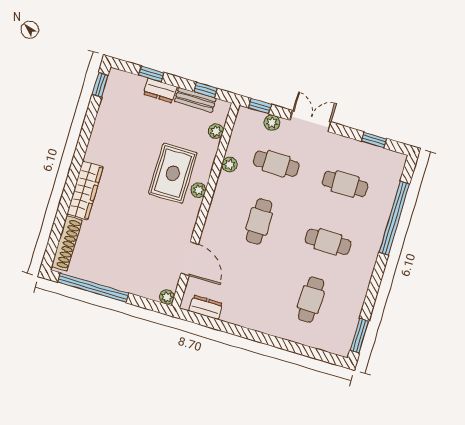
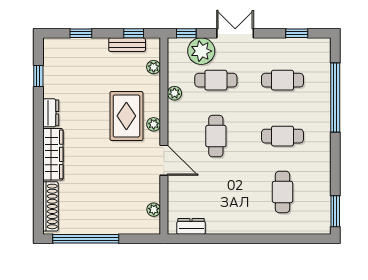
window: (100, 85) -> (38, 76), moved
dresser: (160, 90) -> (51, 113), moved, turned -90
plant: (272, 123) -> (201, 51), width x1.87, depth x1.87
door: (190, 259) -> (164, 160), moved
plant: (167, 297) -> (154, 210), moved

